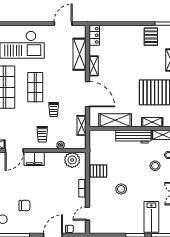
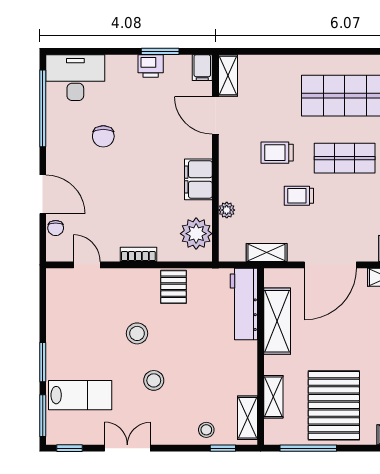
trolley: (42, 134) -> (277, 153), moved
workbench: (133, 137) -> (244, 304), moved
filing cabinet: (34, 159) -> (198, 179), moved
stool: (155, 166) -> (154, 380), moved
lab bench: (151, 217) -> (80, 395), turned 180

